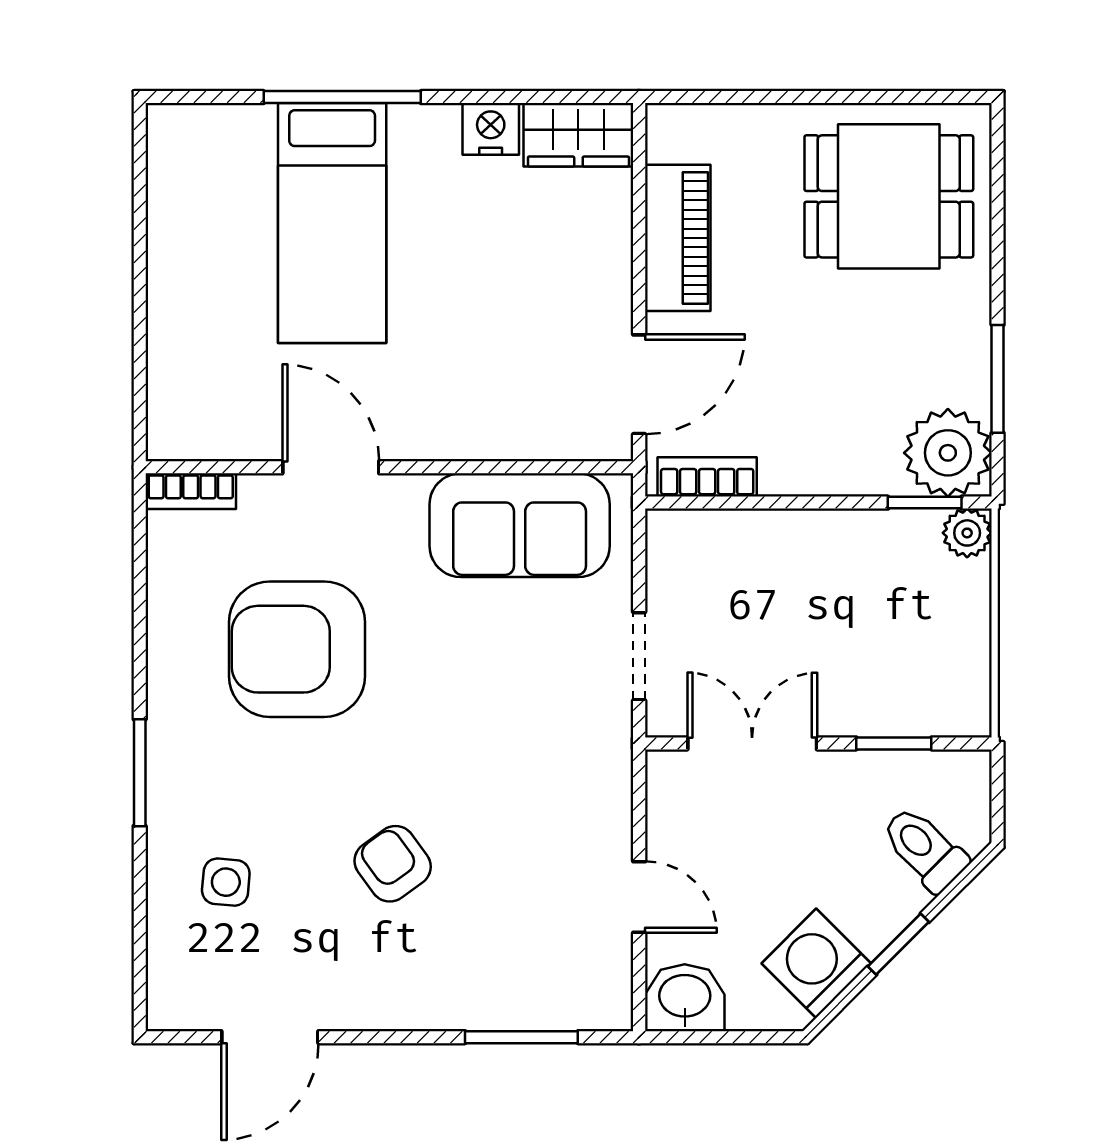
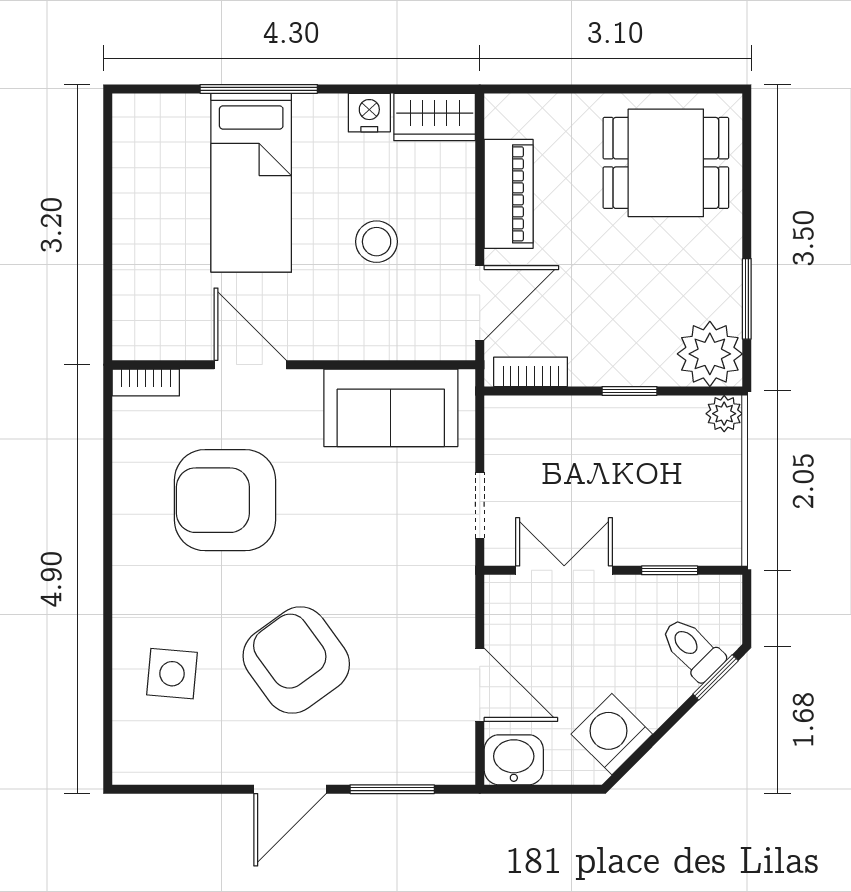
stool: (500, 302) -> (377, 242), added
window: (925, 503) -> (629, 391), moved
window: (140, 773) -> (108, 592), removed
armchair: (393, 864) -> (296, 660), width x1.88, depth x1.88
side table: (226, 882) -> (172, 674), width x1.37, depth x1.37
door: (639, 897) -> (480, 685), width x1.38
window: (898, 944) -> (716, 677), moved
door: (270, 1037) -> (290, 789), moved

